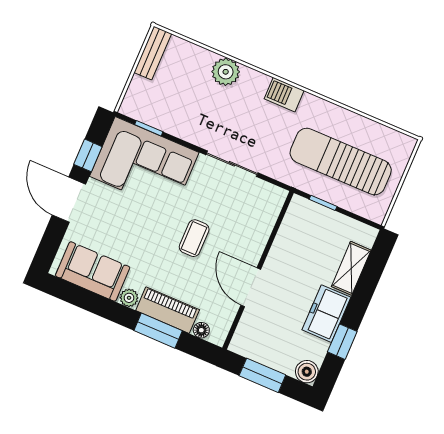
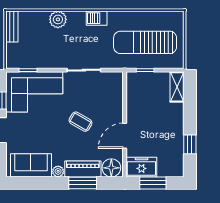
coffee table: (194, 238) -> (80, 122), turned -60
shelving: (351, 268) -> (177, 87), moved
door: (251, 287) -> (125, 136), hinge flipped
freezer: (326, 314) -> (141, 167), moved, turned 90
floor lamp: (201, 330) -> (111, 168), width x1.89, depth x1.89
boiler: (307, 372) -> (177, 170), removed

